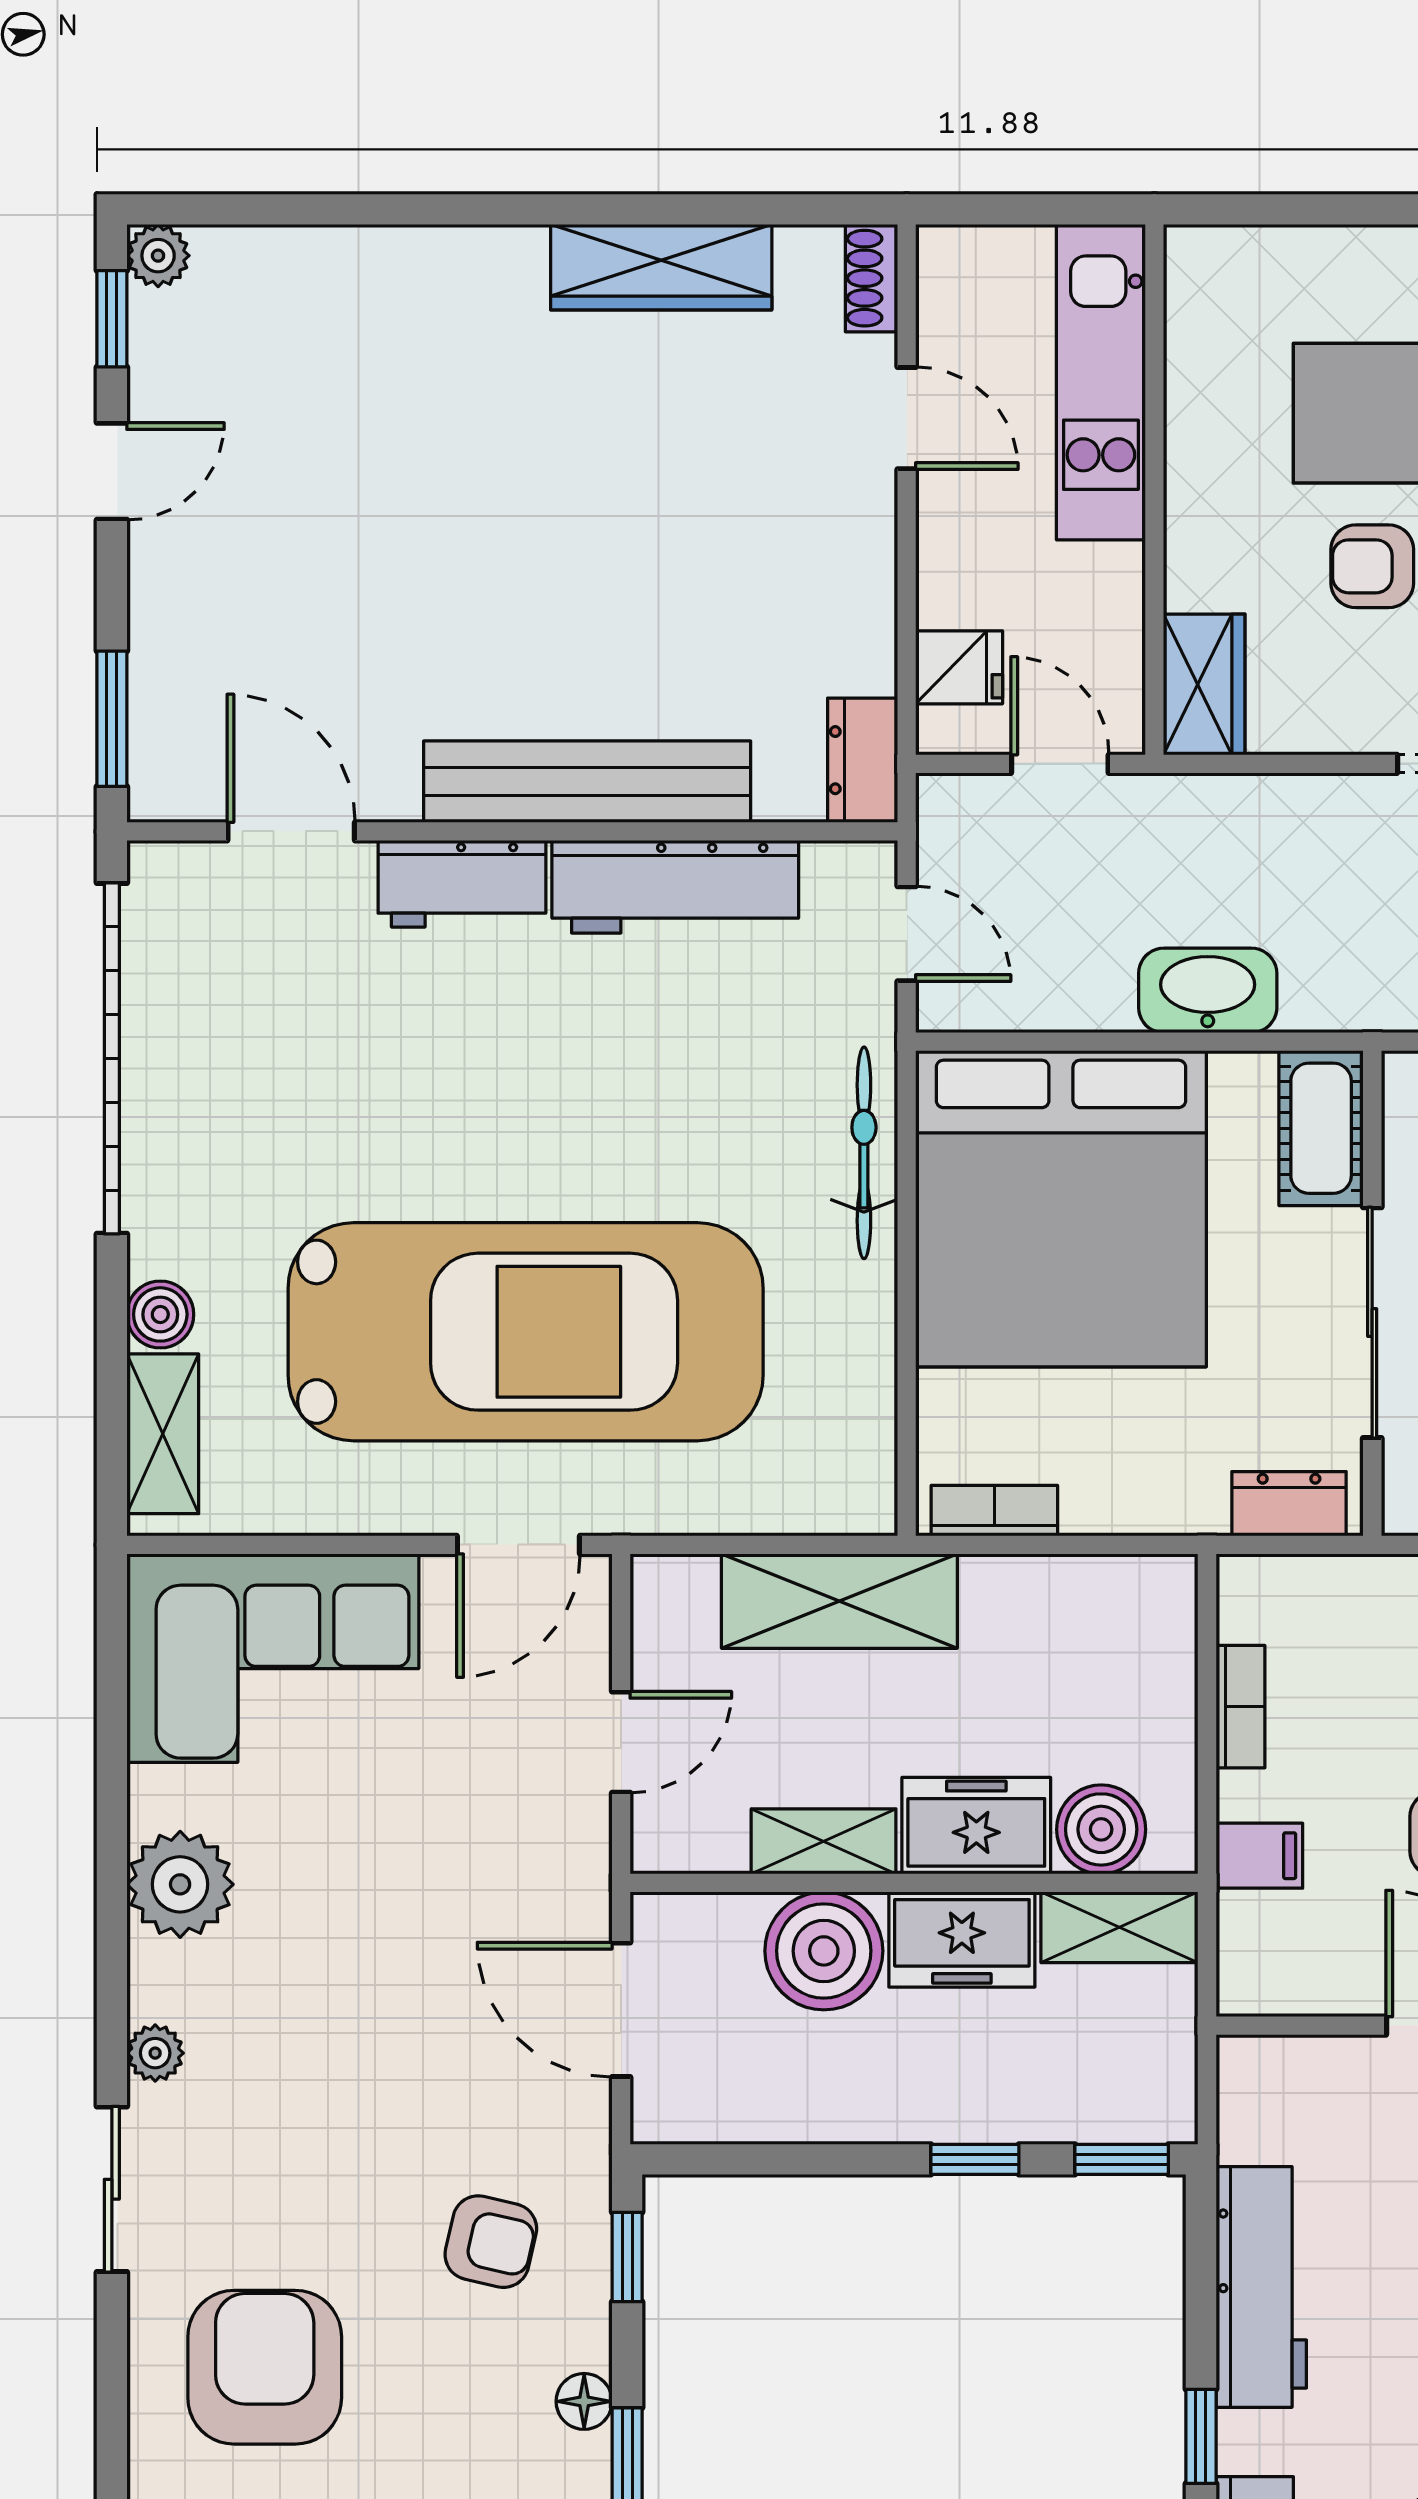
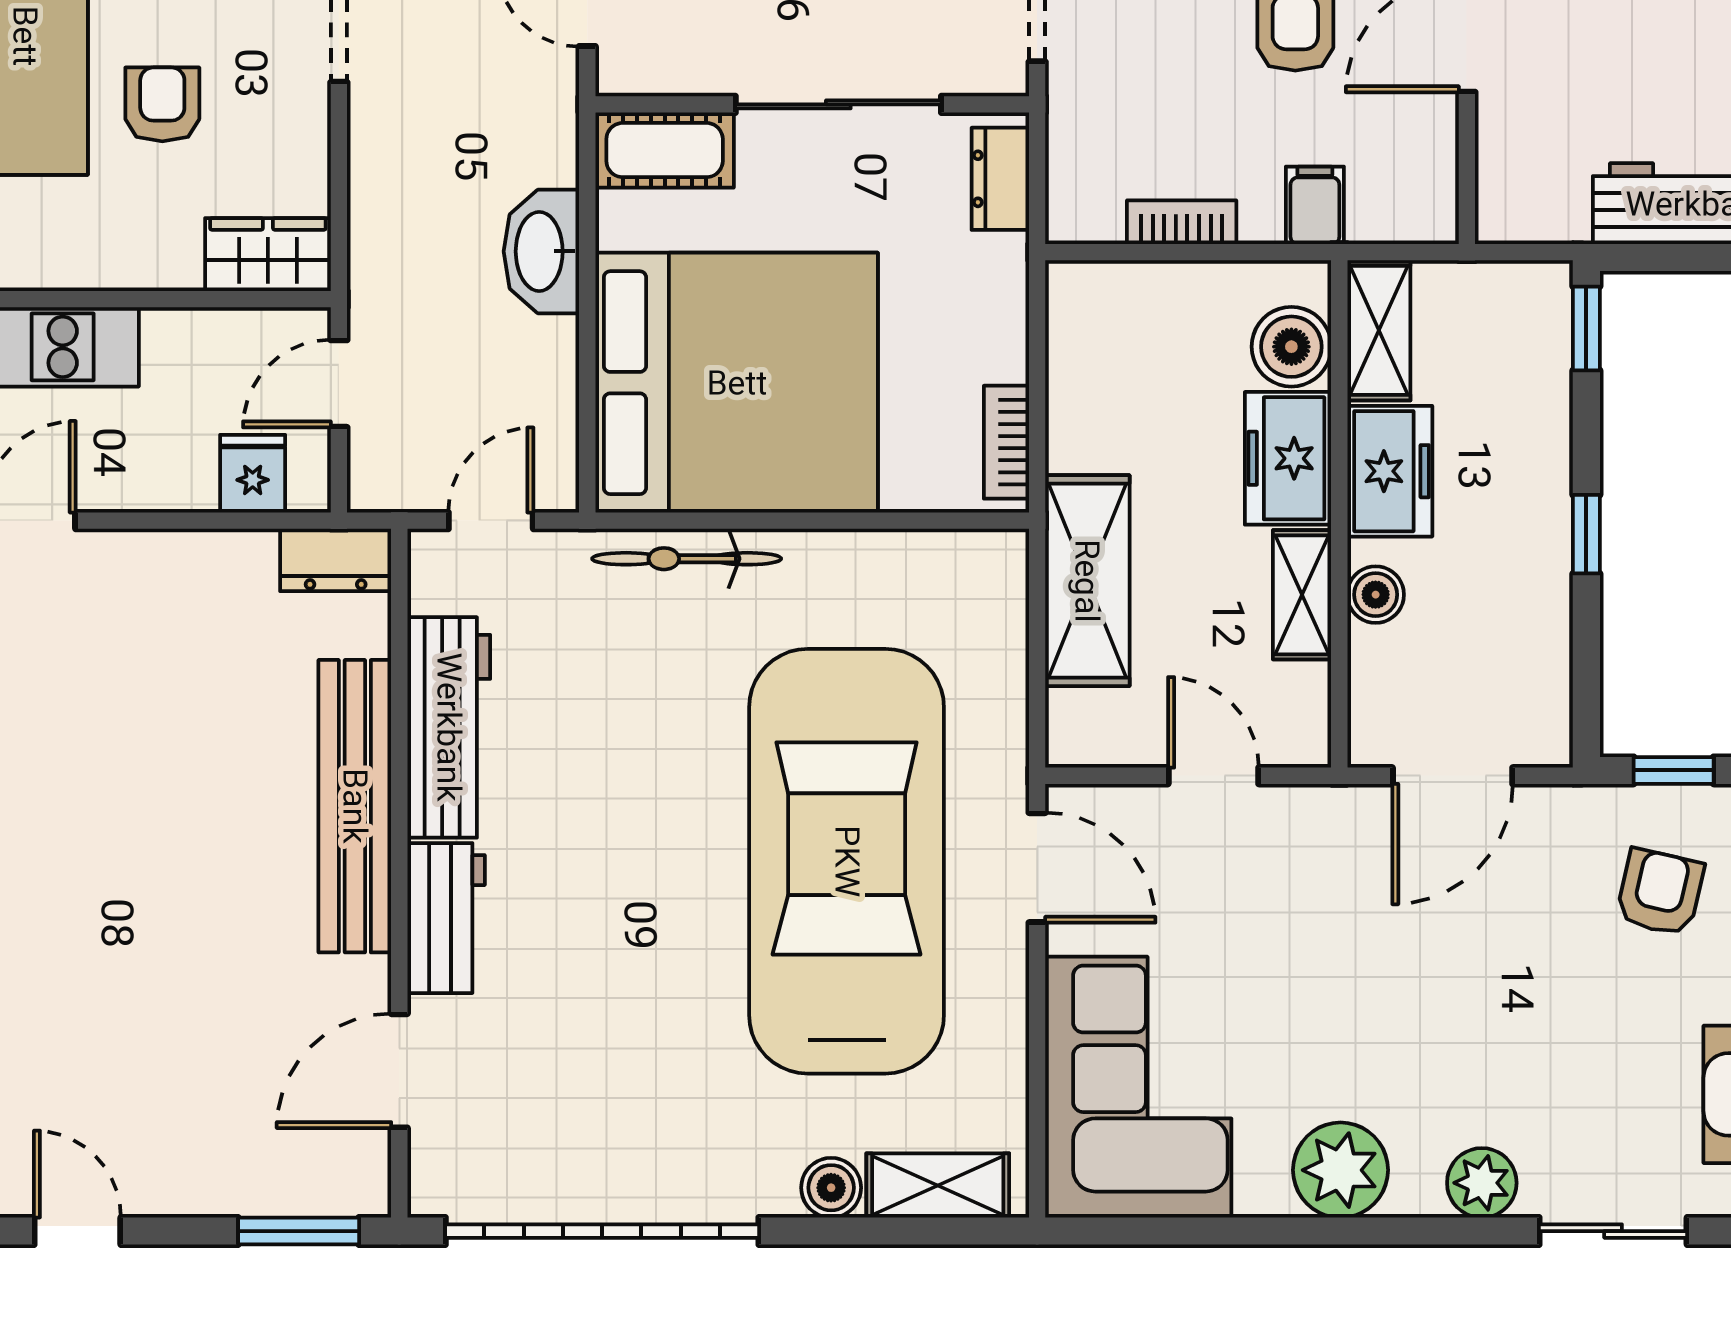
armchair: (1372, 566) -> (162, 104), turned 180
boiler: (824, 1951) -> (1376, 595), width x0.54, depth x0.54
plant: (155, 2053) -> (1482, 1183), width x1.38, depth x1.38
window: (975, 2159) -> (1586, 534), moved

